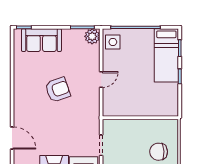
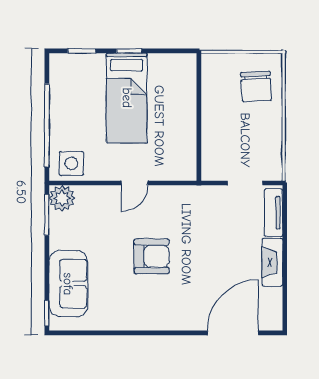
bed: (166, 55) -> (127, 98), moved, turned 90
door: (101, 80) -> (135, 183), swing flipped
armchair: (58, 90) -> (152, 256), turned 109
door: (12, 138) -> (233, 333), width x1.36

